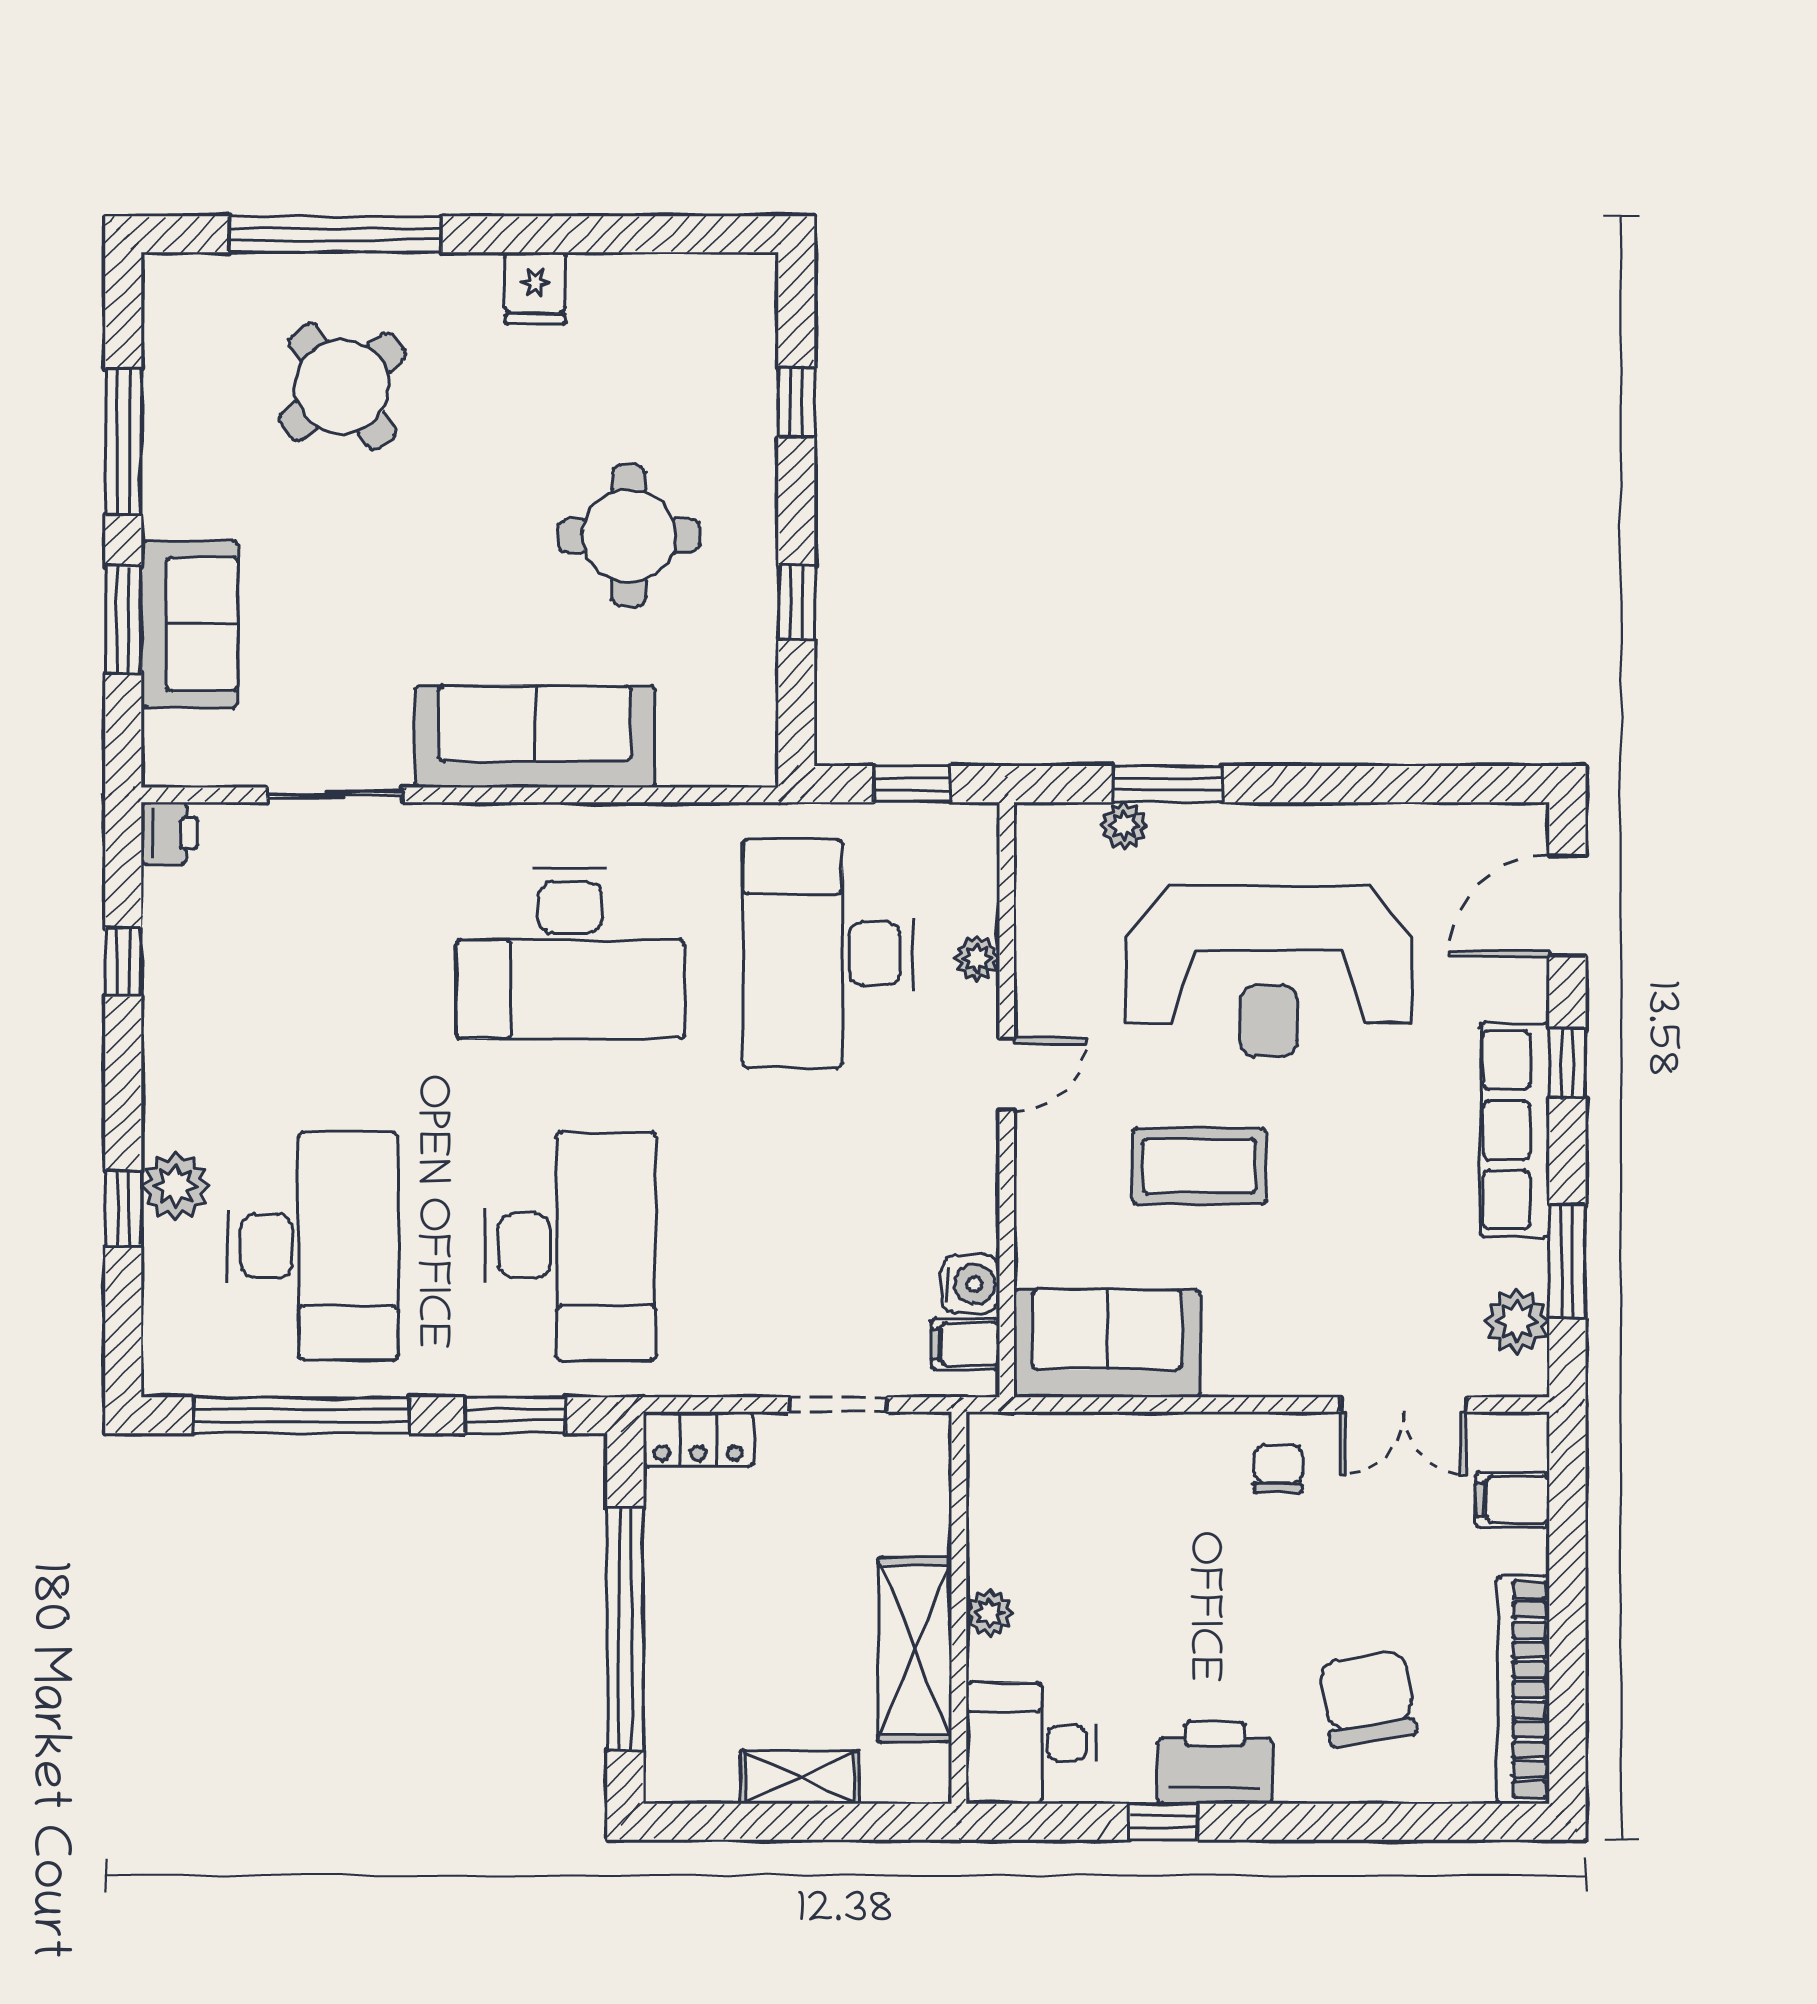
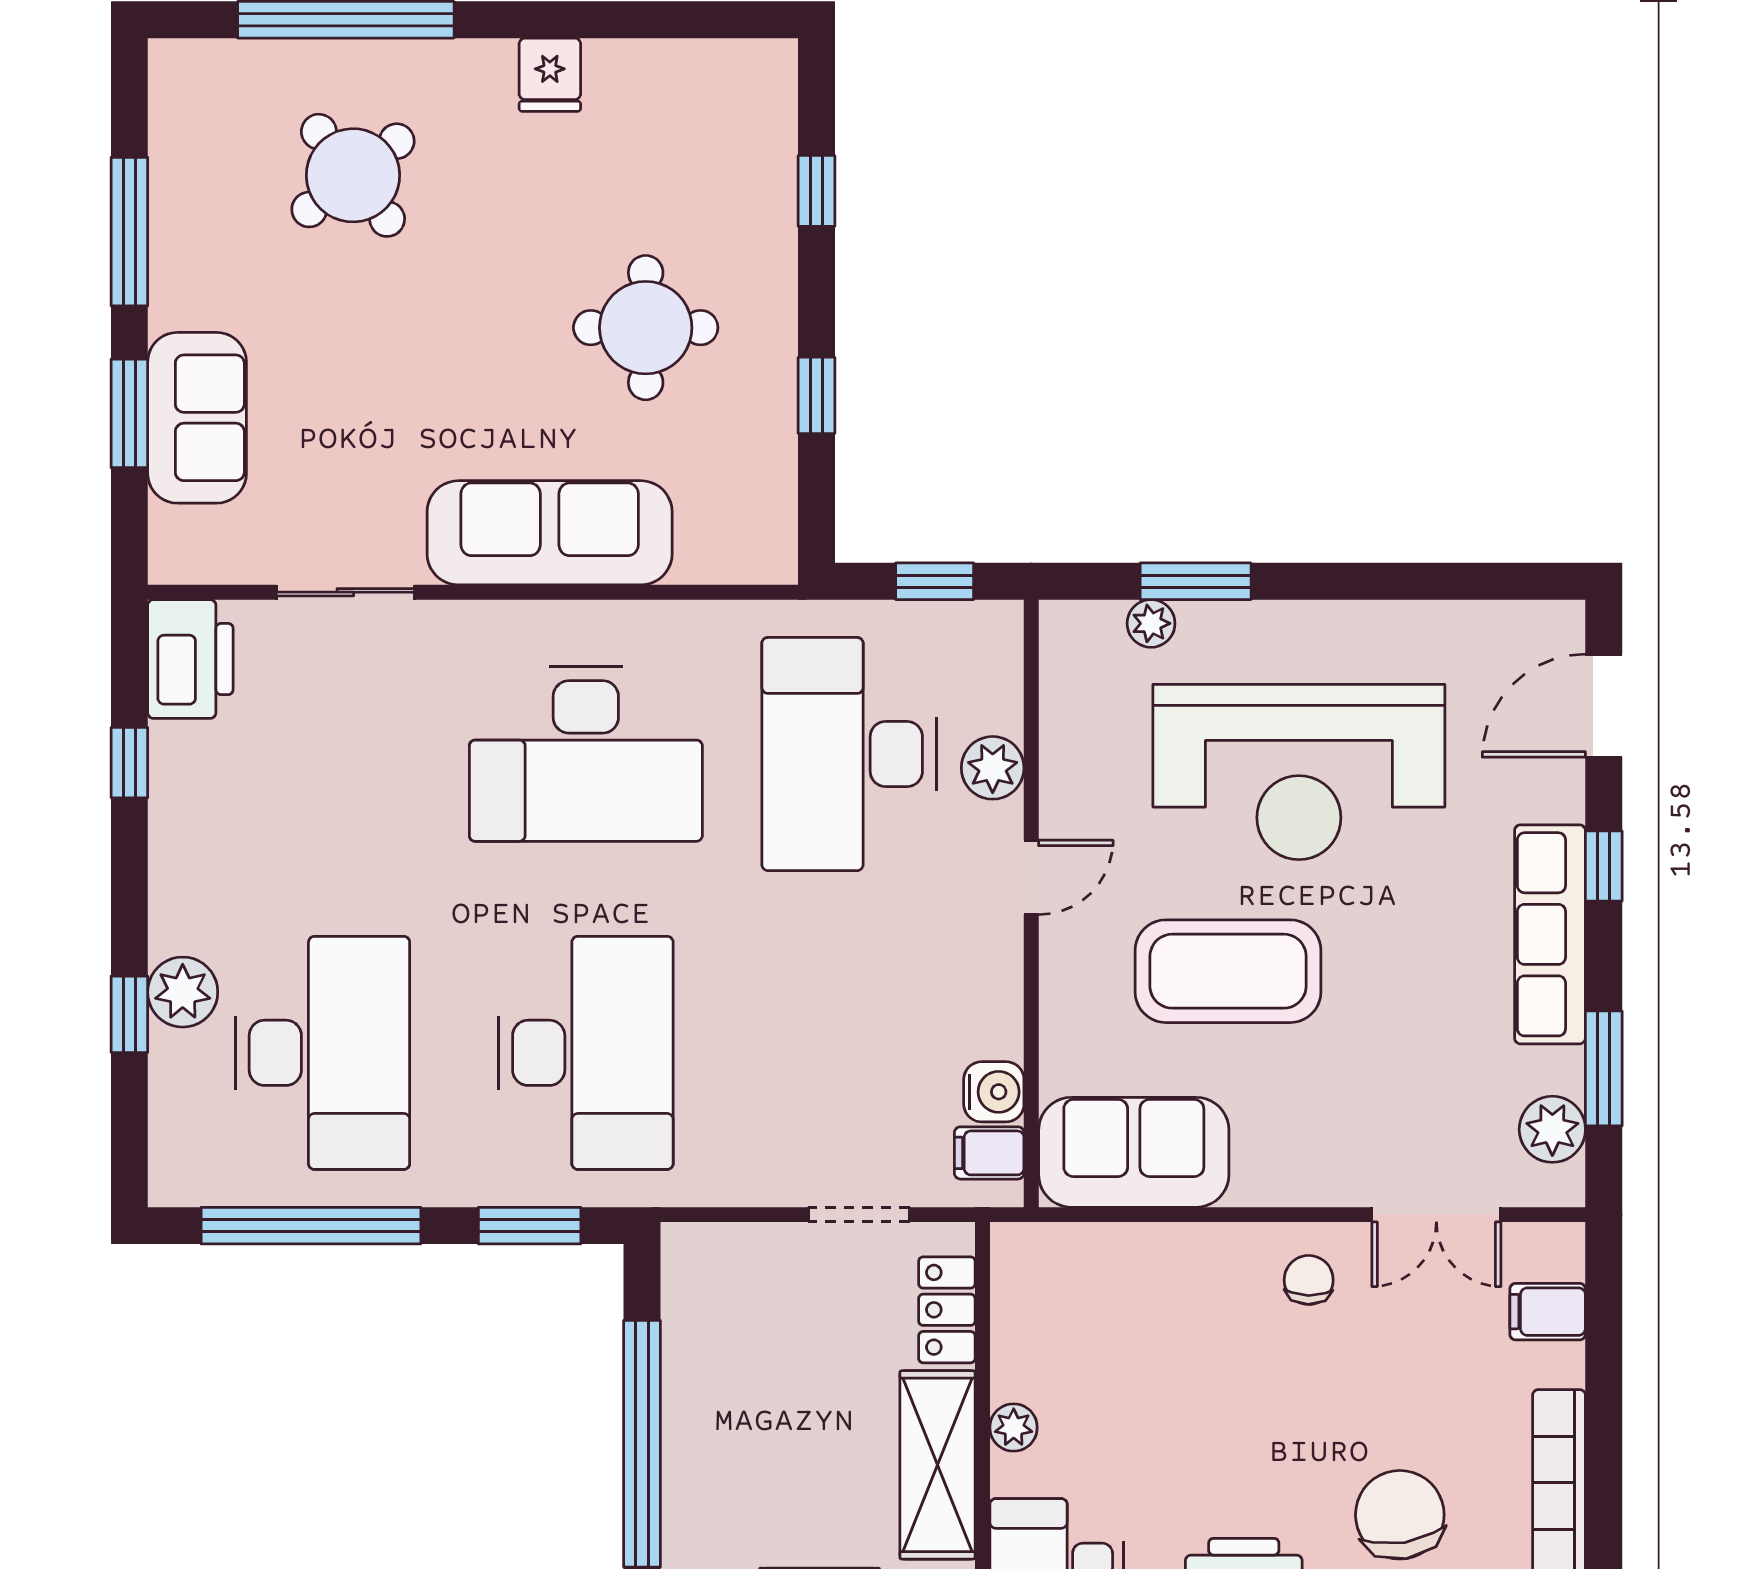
printer: (170, 833) -> (190, 659), width x1.87, depth x1.48
plant: (977, 959) -> (993, 768), width x1.38, depth x1.38
coffee table: (1199, 1166) -> (1228, 971), width x1.36, depth x1.32
locker: (698, 1439) -> (947, 1310), moved, turned 90

